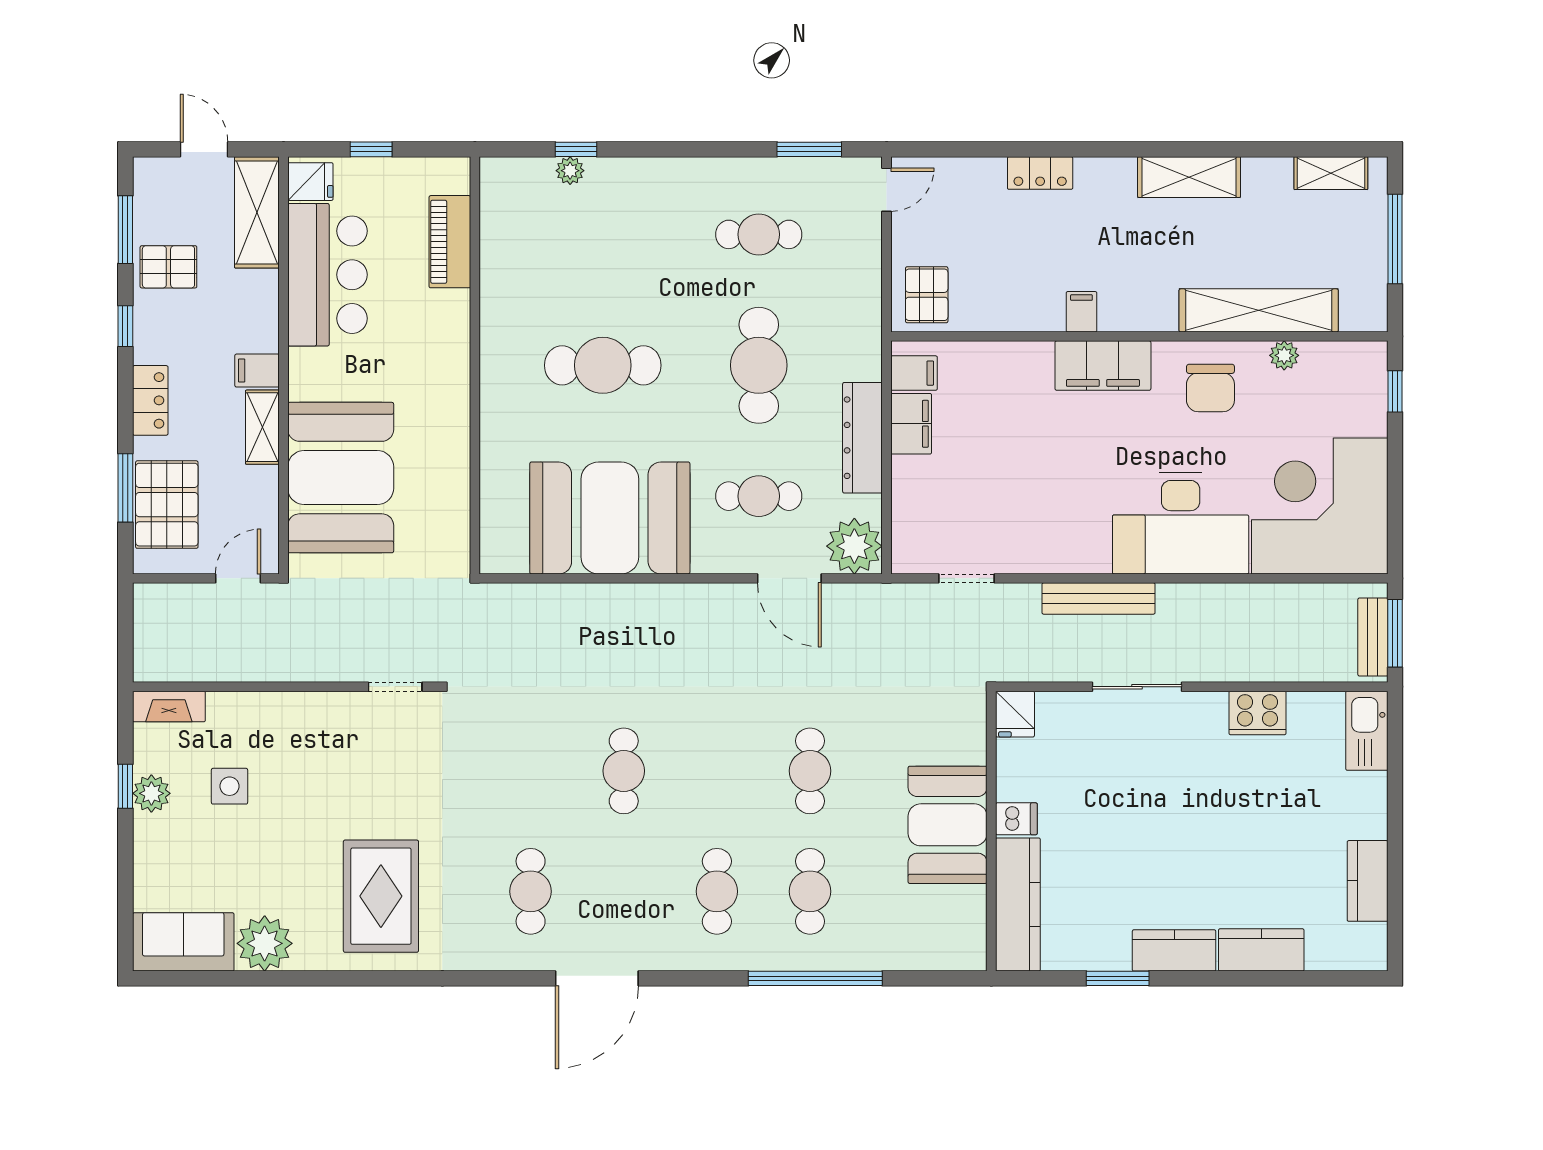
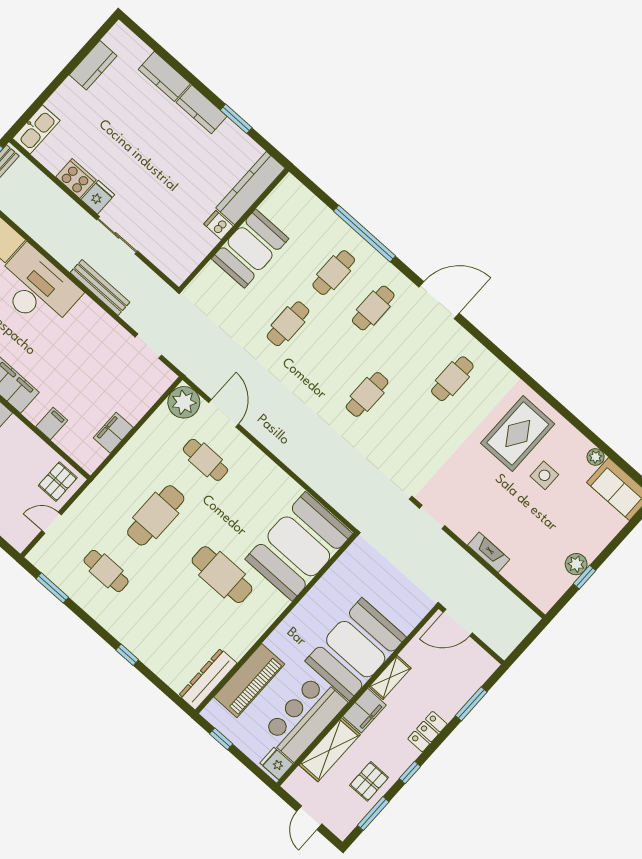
window: (371, 149) -> (221, 739), moved
window: (576, 149) -> (127, 655), moved
plant: (570, 171) -> (162, 670), removed
door: (887, 190) -> (52, 523), moved
shelving: (257, 212) -> (330, 750), moved
piano: (450, 242) -> (249, 681), width x1.37, depth x1.33
pallet: (168, 267) -> (369, 781), turned 90
filing cabinet: (257, 371) -> (364, 711), width x2.00
filing cabinet: (914, 373) -> (52, 423), moved, turned 90
dresser: (862, 438) -> (208, 679), moved, turned 180
booth: (341, 478) -> (356, 649), moved
pallet: (167, 505) -> (460, 681), removed
booth: (610, 518) -> (299, 546), moved, turned 90
door: (238, 578) -> (458, 623), width x1.38
fireplace: (169, 707) -> (489, 552), moved
fridge: (1015, 714) -> (98, 197), moved
side table: (229, 786) -> (544, 475), moved
plant: (265, 943) -> (596, 457), width x0.53, depth x0.53
door: (597, 978) -> (439, 300), moved

